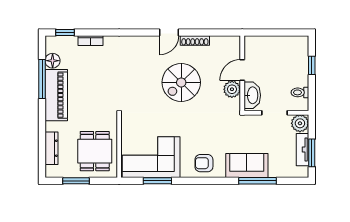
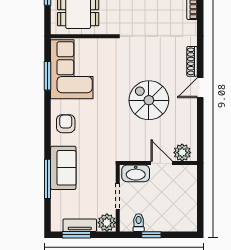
door: (169, 33) -> (200, 88), hinge flipped
shoe rack: (195, 41) -> (192, 61), moved
window: (312, 65) -> (151, 235), moved
plant: (232, 89) -> (182, 153), moved

